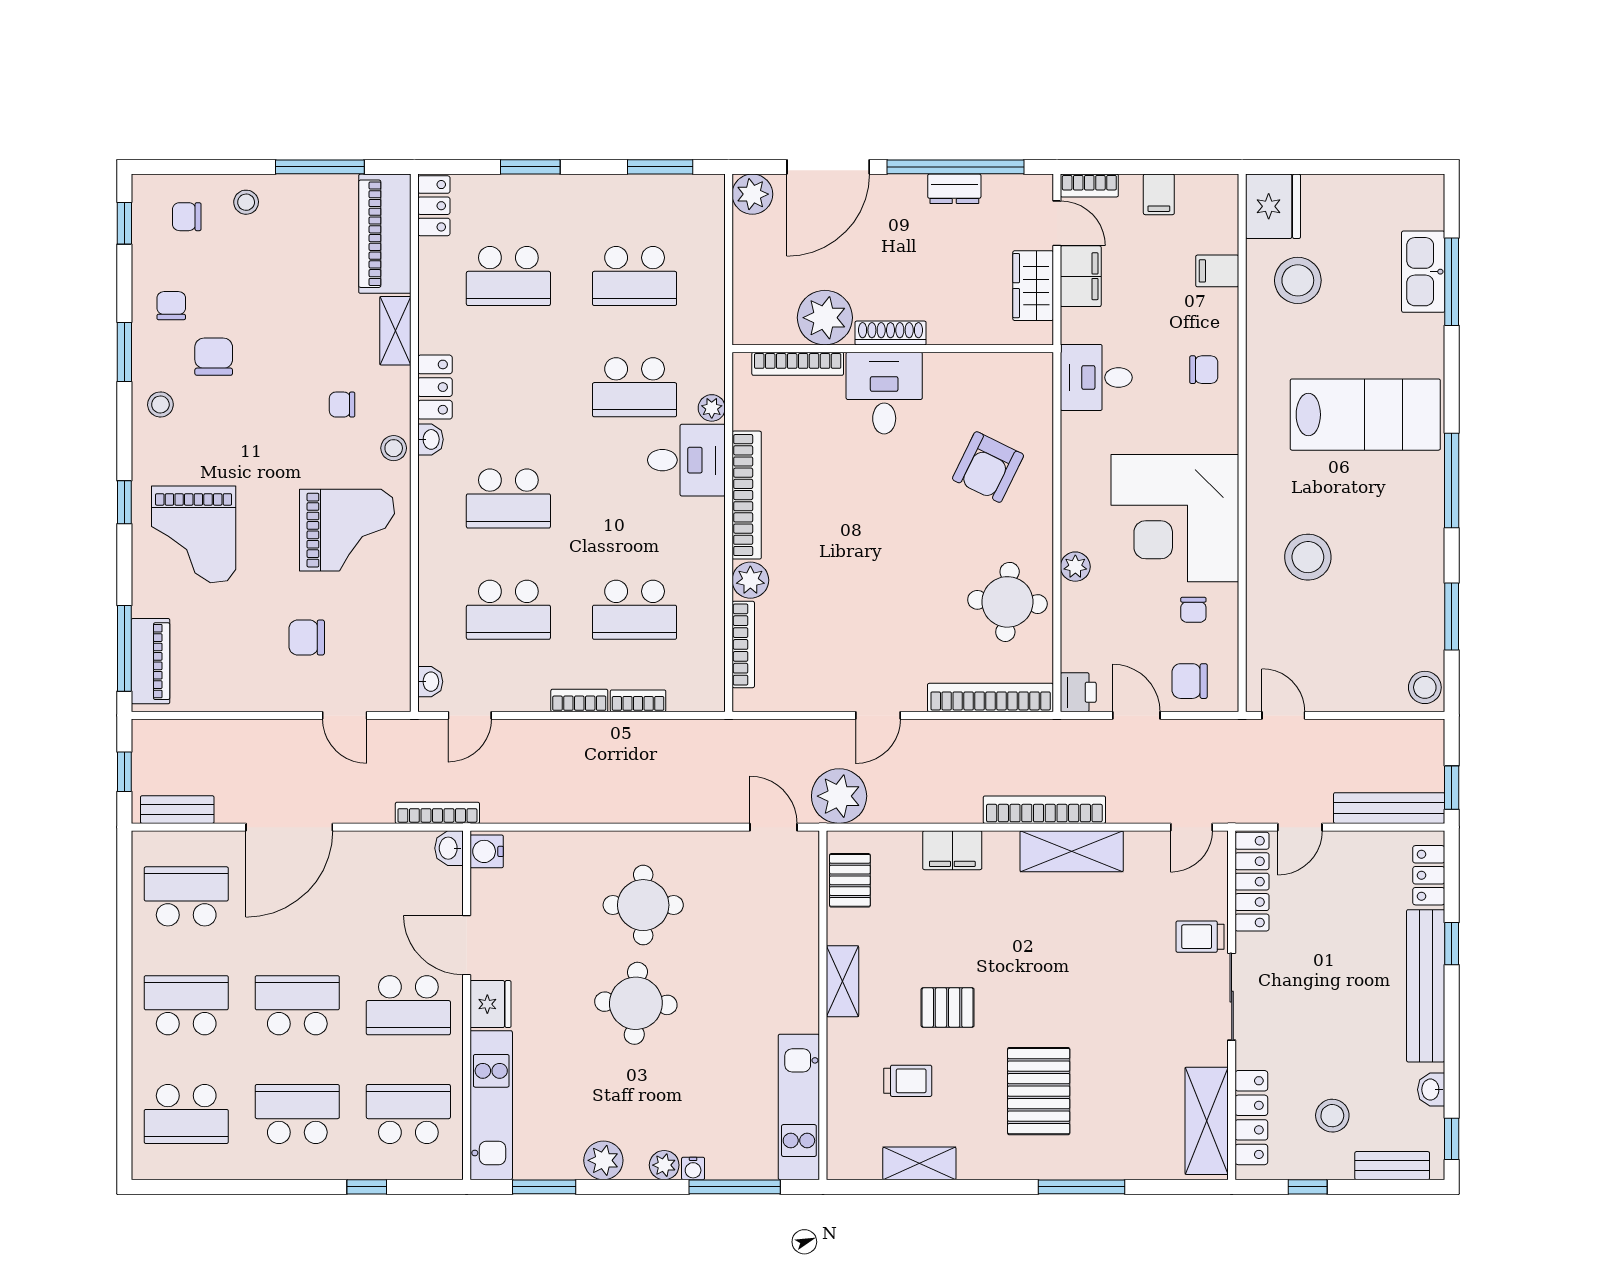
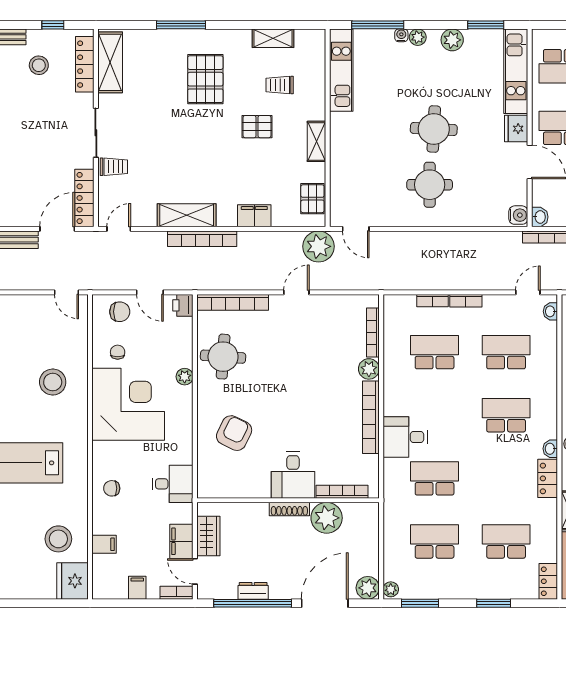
plant: (712, 408) -> (391, 589), moved
door: (1300, 827) -> (57, 229), width x1.38

